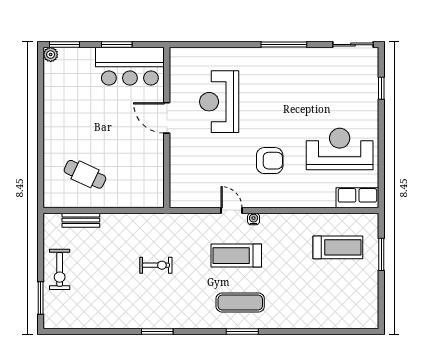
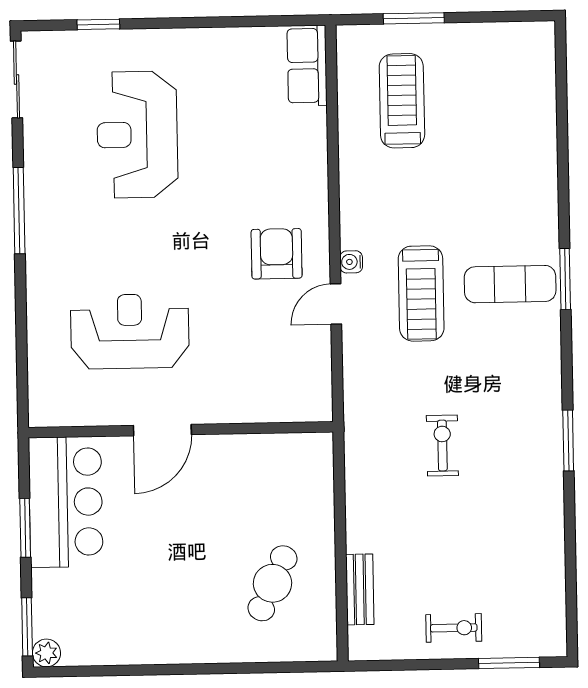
reception desk: (219, 102) -> (130, 331), turned 180
reception desk: (340, 149) -> (137, 135), moved
armchair: (270, 161) -> (277, 254), moved
exercise bike: (60, 269) -> (454, 628), width x0.73, depth x0.72
exercise mat: (240, 302) -> (510, 284), turned 90

